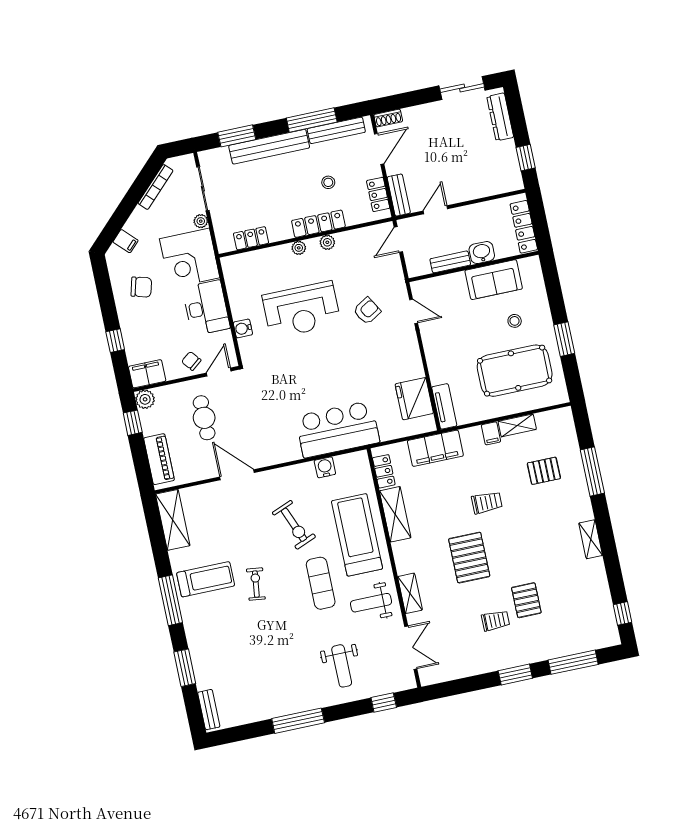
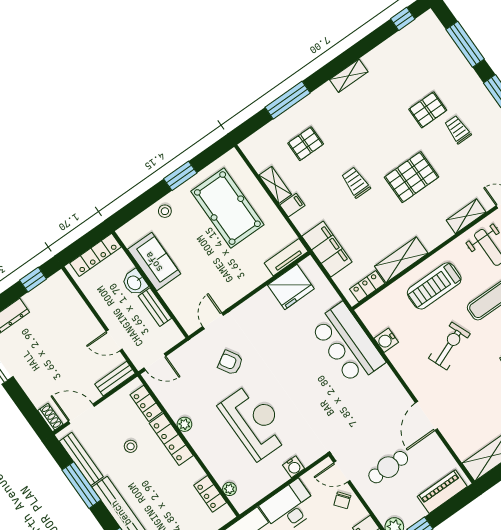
locker: (378, 194) -> (146, 403), moved, turned 90
plant: (299, 248) -> (229, 489), moved
stool: (515, 321) -> (165, 211), moved
pallet: (544, 471) -> (306, 144), turned 90
treadmill: (357, 535) -> (434, 286), width x0.73, depth x0.73

